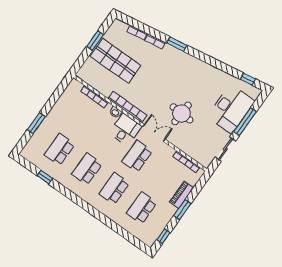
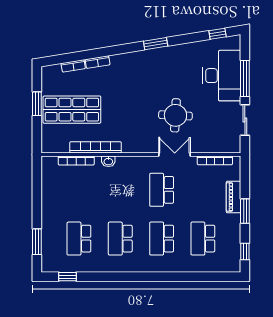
window: (177, 44) -> (156, 44), moved
bookcase: (128, 107) -> (96, 147), moved
window: (36, 123) -> (37, 242), moved
desk: (125, 129) -> (130, 172), removed
double door: (154, 133) -> (175, 155), moved
window: (45, 177) -> (67, 277), moved

